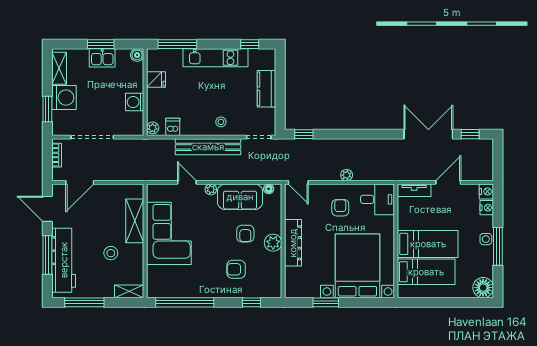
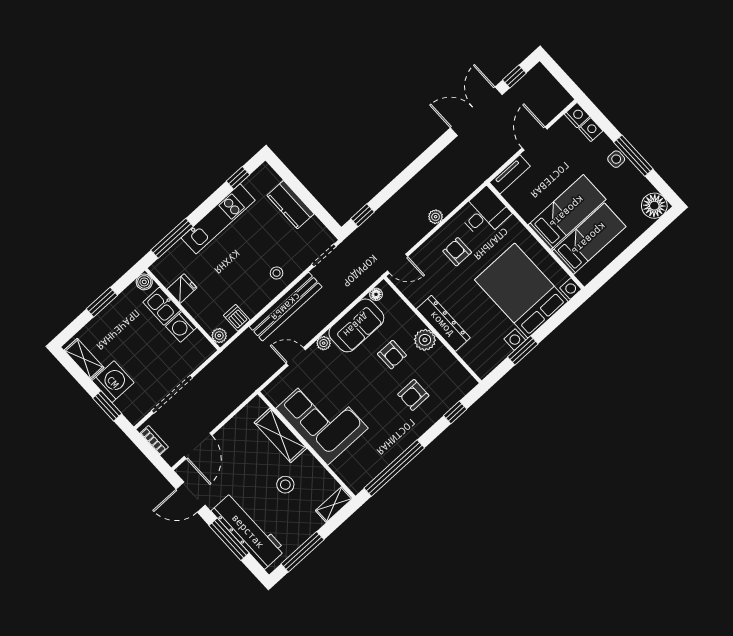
kitchen sink: (102, 58) -> (162, 306), moved, turned 90

